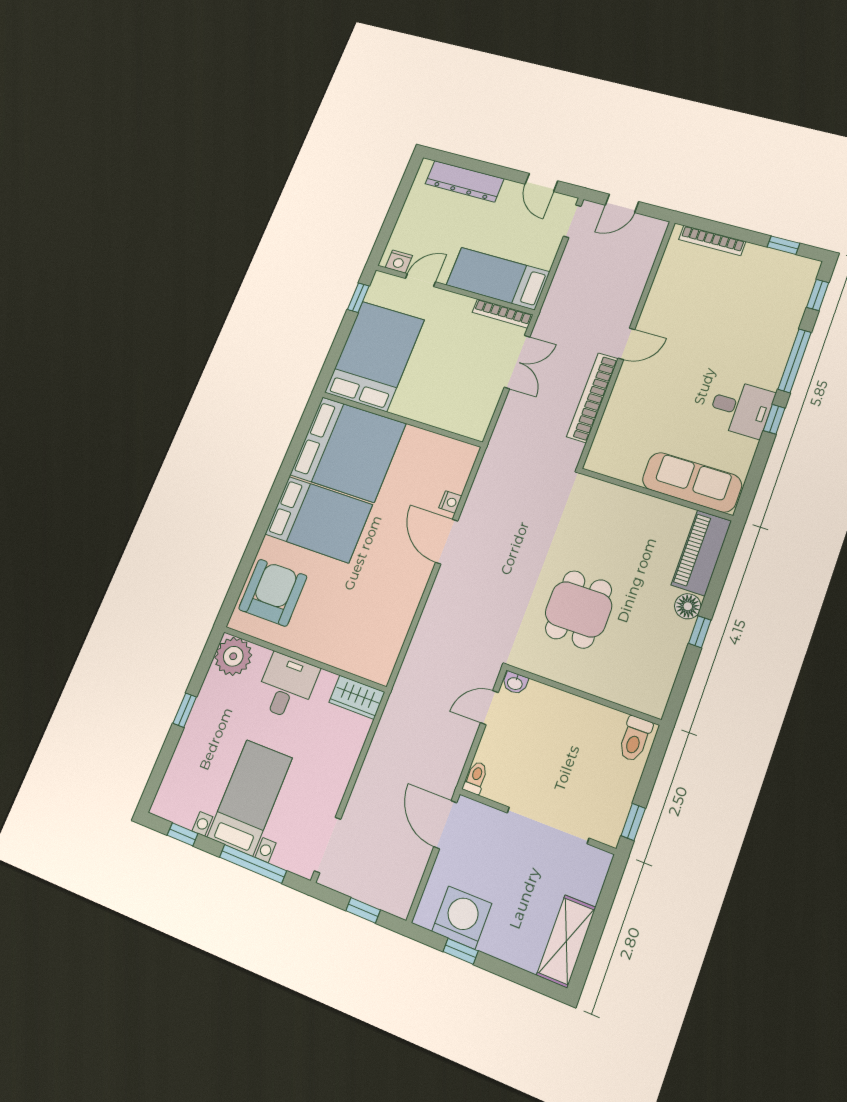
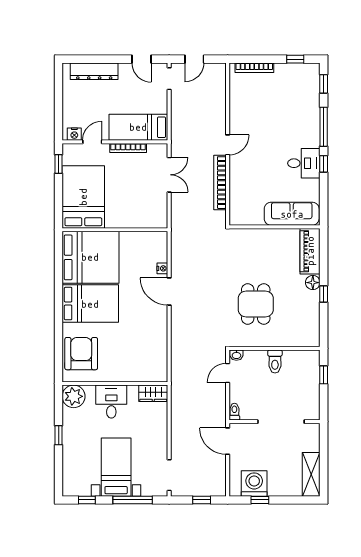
bookcase: (502, 314) -> (128, 148), moved
toilet: (635, 739) -> (275, 362), moved
window: (633, 822) -> (324, 375), moved

